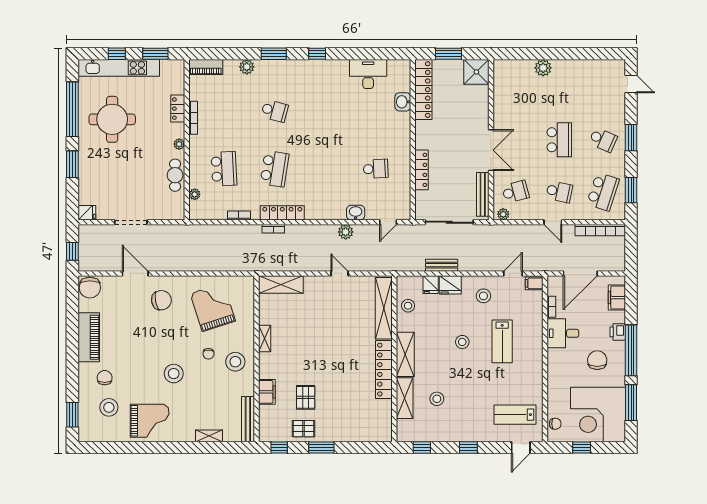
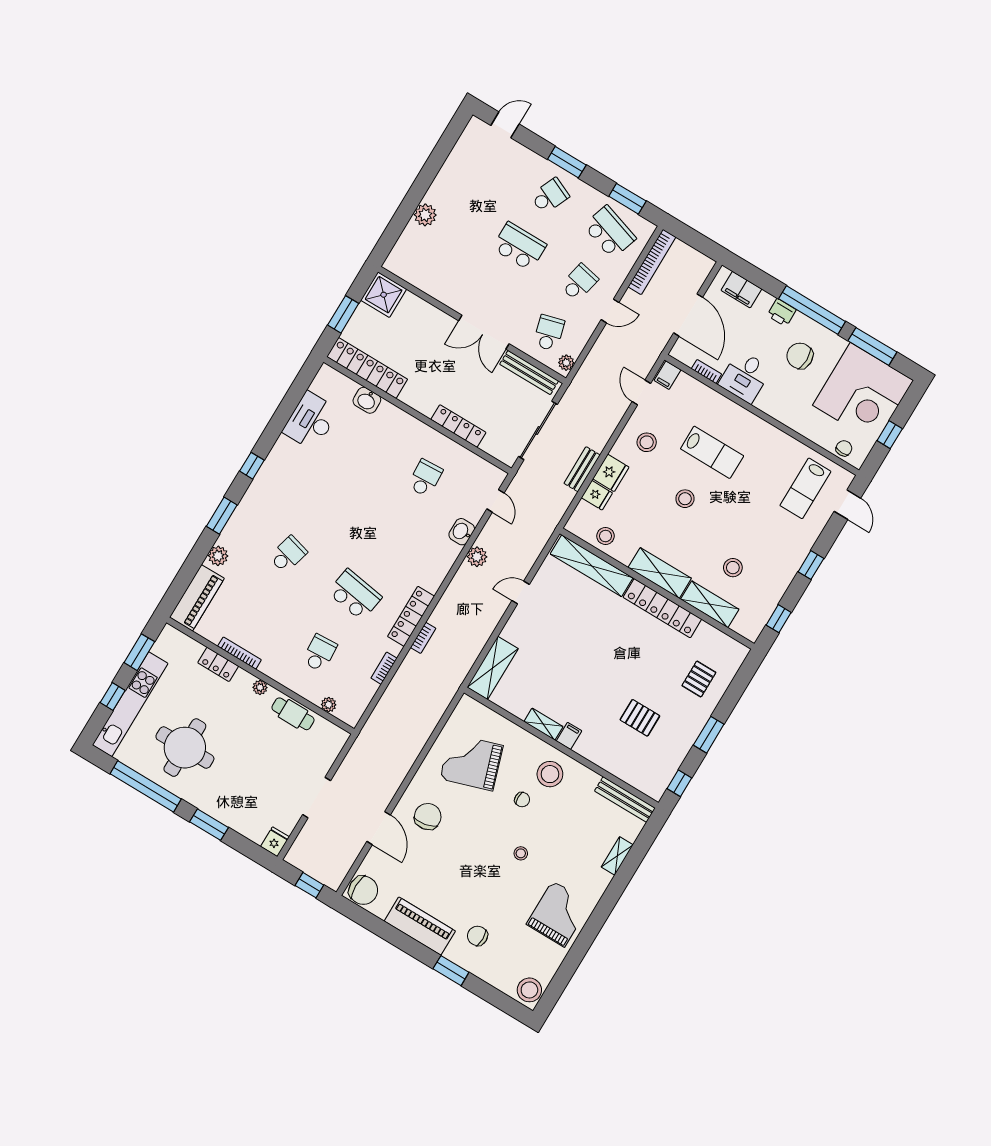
piano: (206, 67) -> (197, 598), width x1.37, depth x1.33
double door: (491, 150) -> (484, 332), swing flipped
school desk: (224, 169) -> (320, 653), width x0.54
door: (135, 273) -> (379, 828), swing flipped
stool: (174, 374) -> (521, 853), width x0.53, depth x0.53
filing cabinet: (267, 392) -> (569, 736), moved, width x0.50
stool: (109, 407) -> (529, 990), moved
window: (72, 415) -> (451, 971), moved
pallet: (304, 429) -> (699, 679), moved

